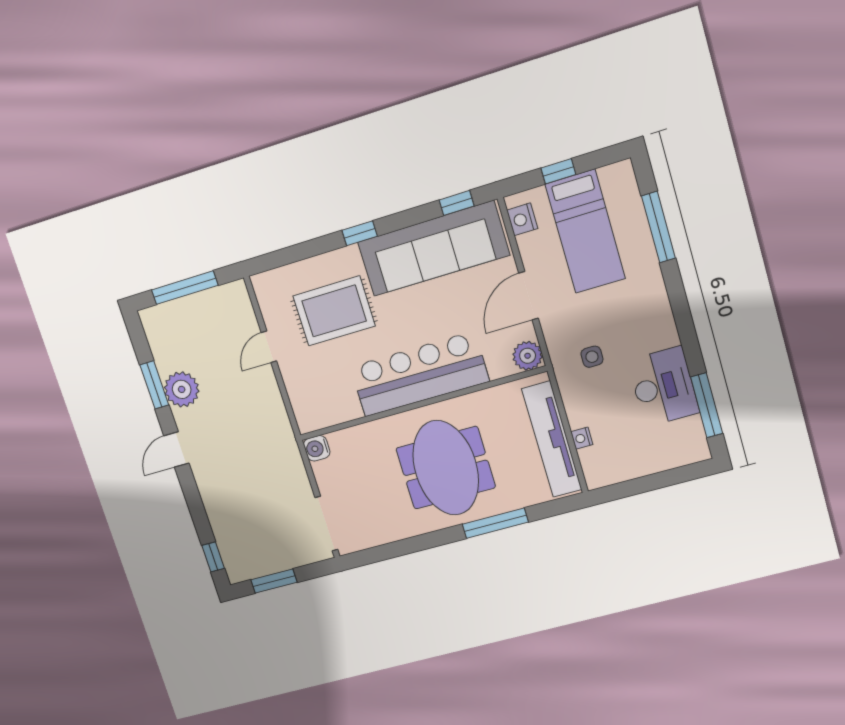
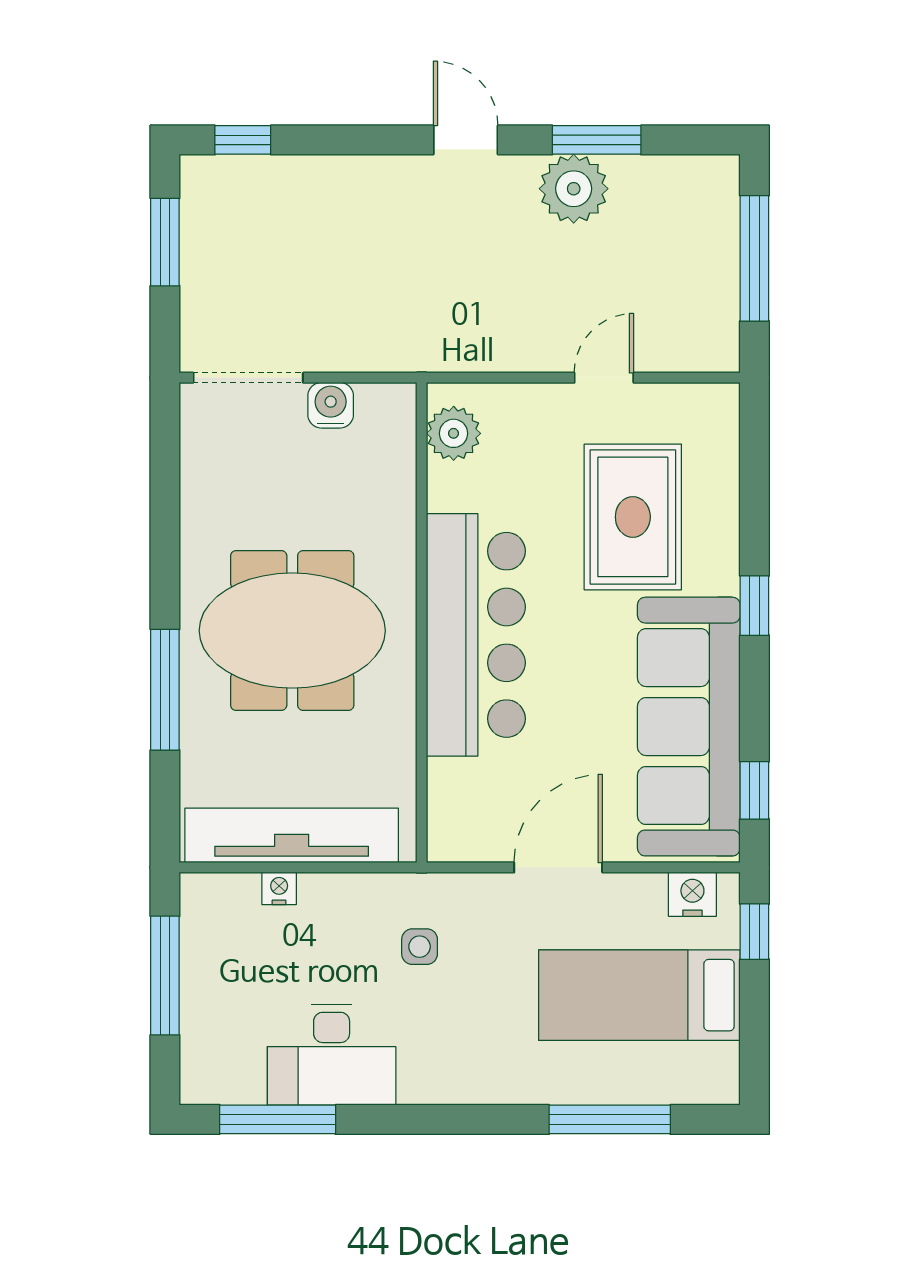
window: (558, 171) -> (754, 932), moved
door: (529, 296) -> (558, 867), hinge flipped
door: (269, 347) -> (604, 378), hinge flipped
plant: (528, 356) -> (454, 433), moved
water cooler: (317, 448) -> (331, 405), moved
window: (645, 484) -> (165, 976), added

